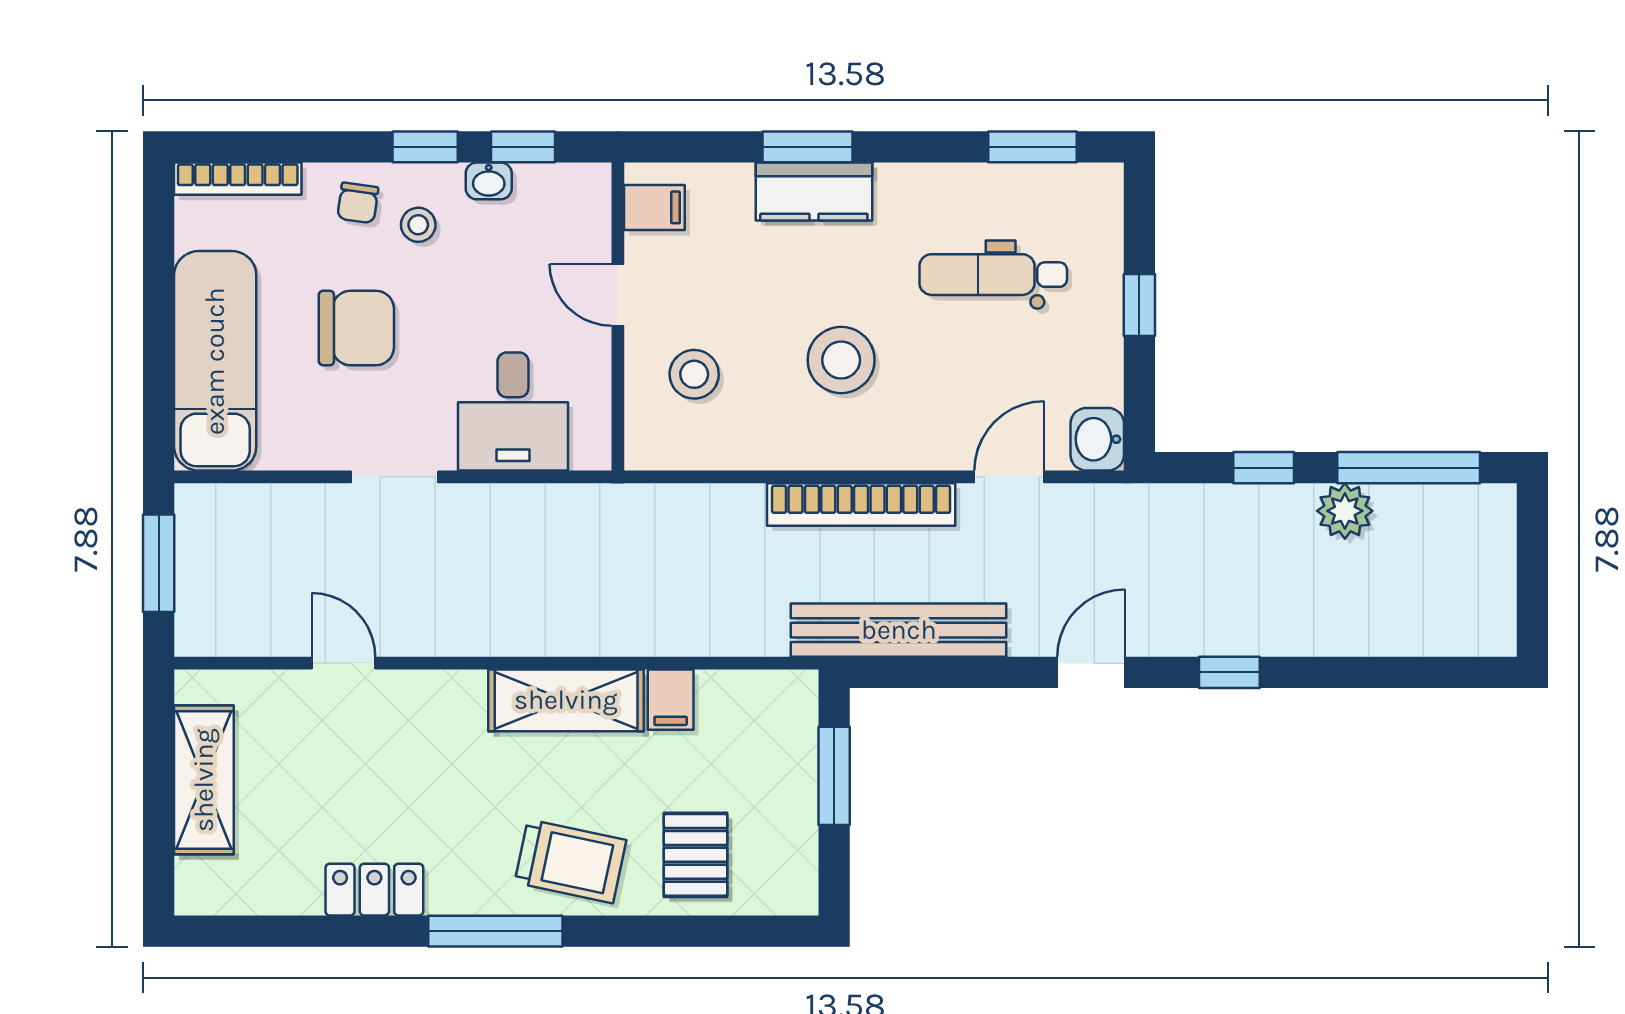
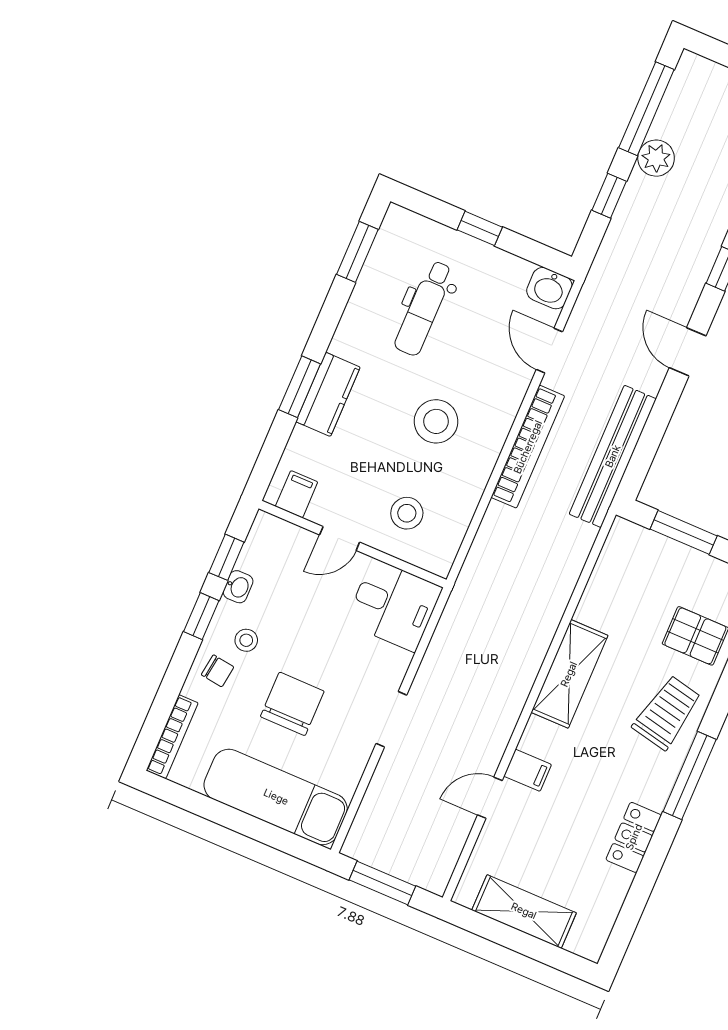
desk: (513, 412) -> (394, 605), moved
filing cabinet: (671, 700) -> (528, 770), moved

